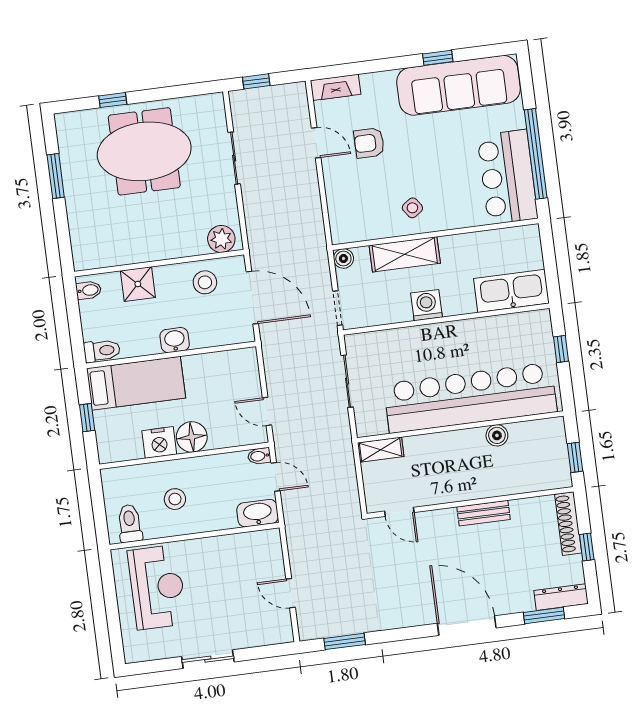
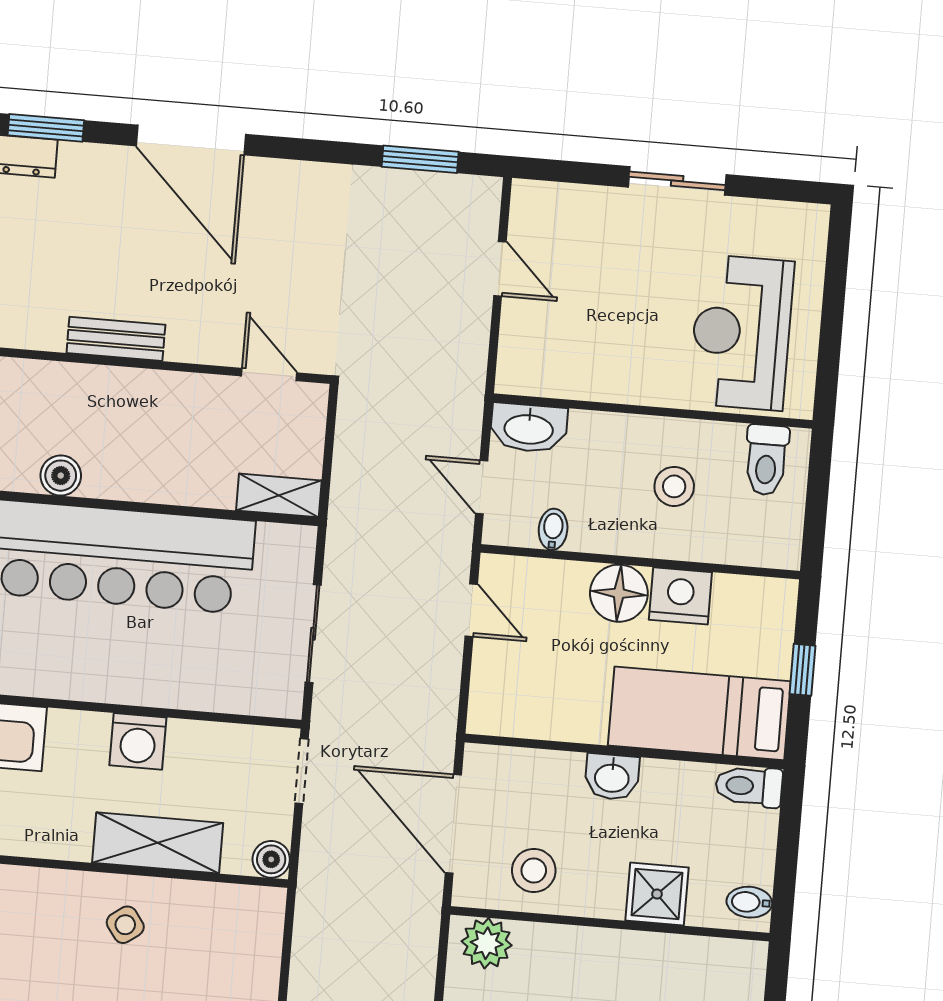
bidet: (259, 456) -> (553, 529), moved, turned -90

